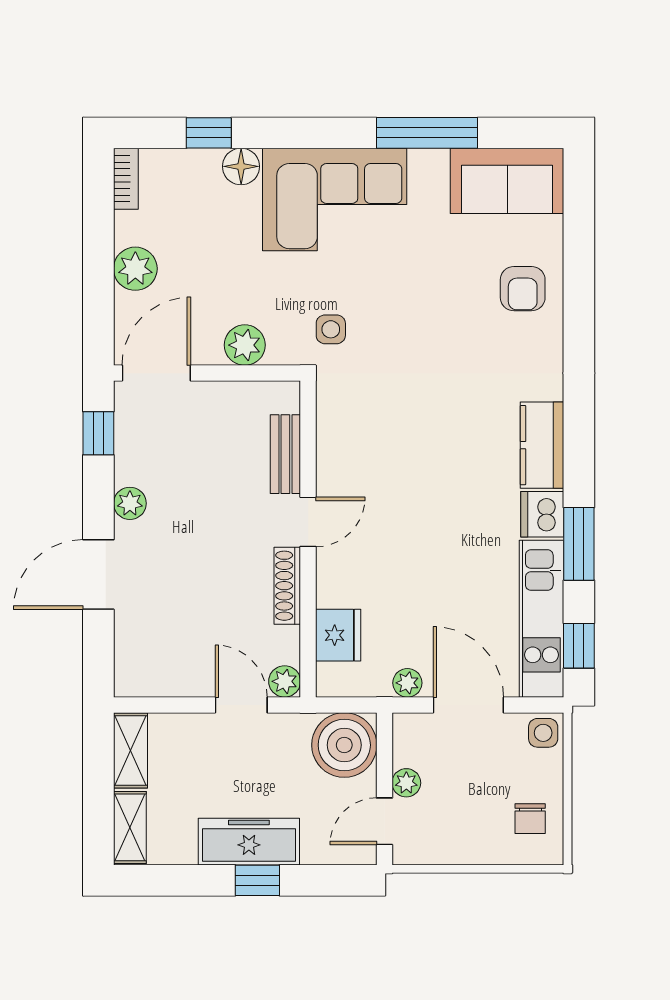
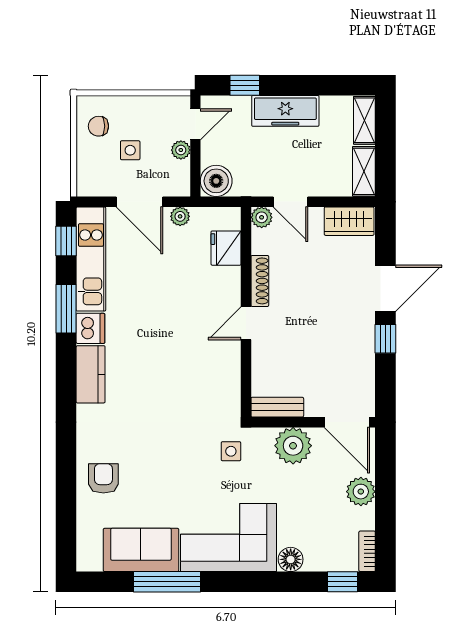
window: (209, 133) -> (343, 582), moved
sofa: (507, 181) -> (141, 550), moved
plant: (245, 345) -> (293, 446), width x1.36, depth x1.36
door: (156, 373) -> (347, 422), hinge flipped
window: (98, 433) -> (385, 339), moved
bench: (285, 454) -> (277, 407), moved, turned 90
plant: (130, 503) -> (364, 336), removed
wardrobe: (153, 676) -> (349, 221), added
side table: (543, 733) -> (130, 150), moved
boiler: (344, 745) -> (216, 181), width x0.73, depth x0.73
chair: (530, 819) -> (98, 126), turned -90
window: (257, 880) -> (245, 85), moved

